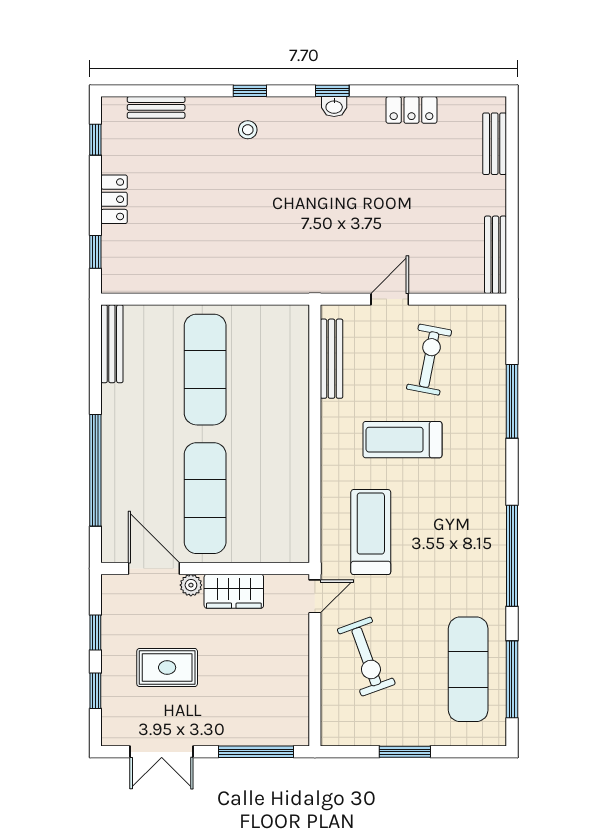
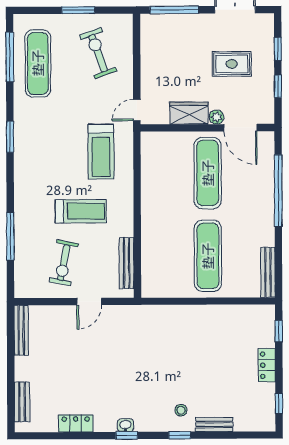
bench: (156, 107) -> (214, 425), moved
window: (512, 556) -> (10, 137), width x0.47
exercise bike: (366, 657) -> (98, 53), moved

